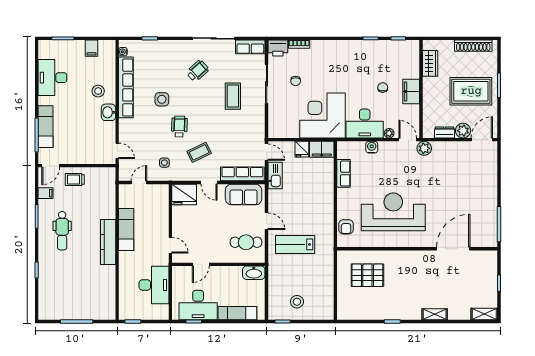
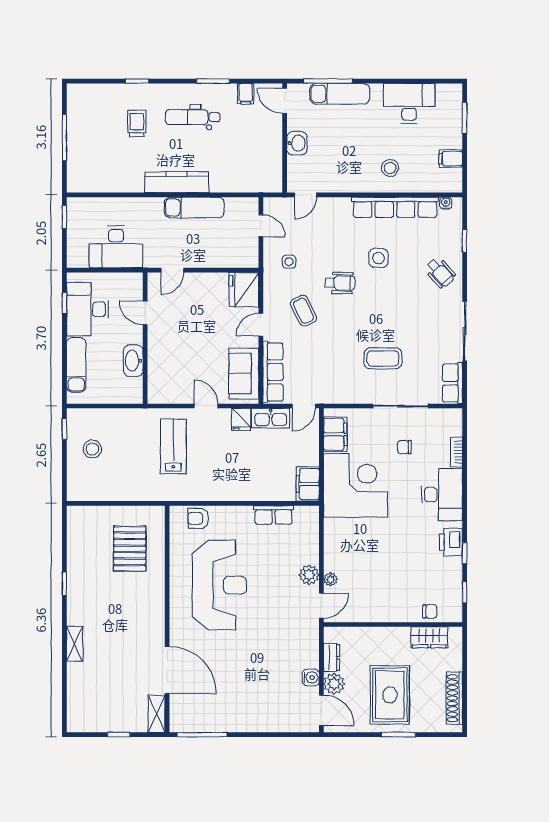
printer: (278, 48) -> (451, 542), moved
wheelchair: (198, 71) -> (440, 273), moved
chair: (383, 87) -> (430, 611), moved
filing cabinet: (411, 92) -> (335, 434), moved, turned 90
washbasin: (108, 112) -> (297, 143), moved, turned 90
desk: (365, 124) -> (442, 495), moved, turned 180
water cooler: (372, 147) -> (311, 677), moved
plant: (424, 148) -> (309, 575), moved
fridge: (302, 149) -> (241, 419), moved, turned -90
trolley: (75, 179) -> (137, 123), moved
door: (267, 221) -> (206, 406), swing flipped
cafe table: (246, 242) -> (176, 377), removed
washbasin: (254, 273) -> (133, 361), moved
shelving: (484, 314) -> (157, 714), moved

